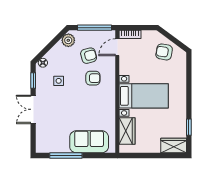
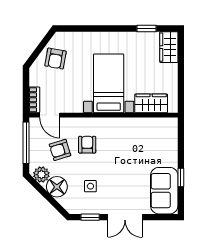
armchair: (89, 56) -> (60, 150), turned -92
floor lamp: (43, 63) -> (57, 187), moved, width x1.89, depth x1.89
sofa: (89, 142) -> (164, 191), moved
window: (66, 156) -> (181, 177), width x0.46

